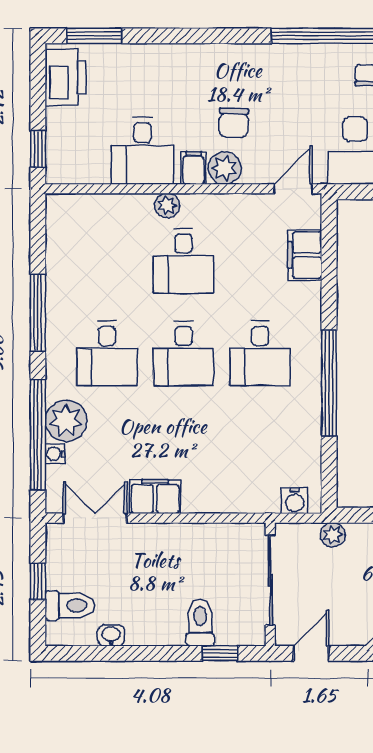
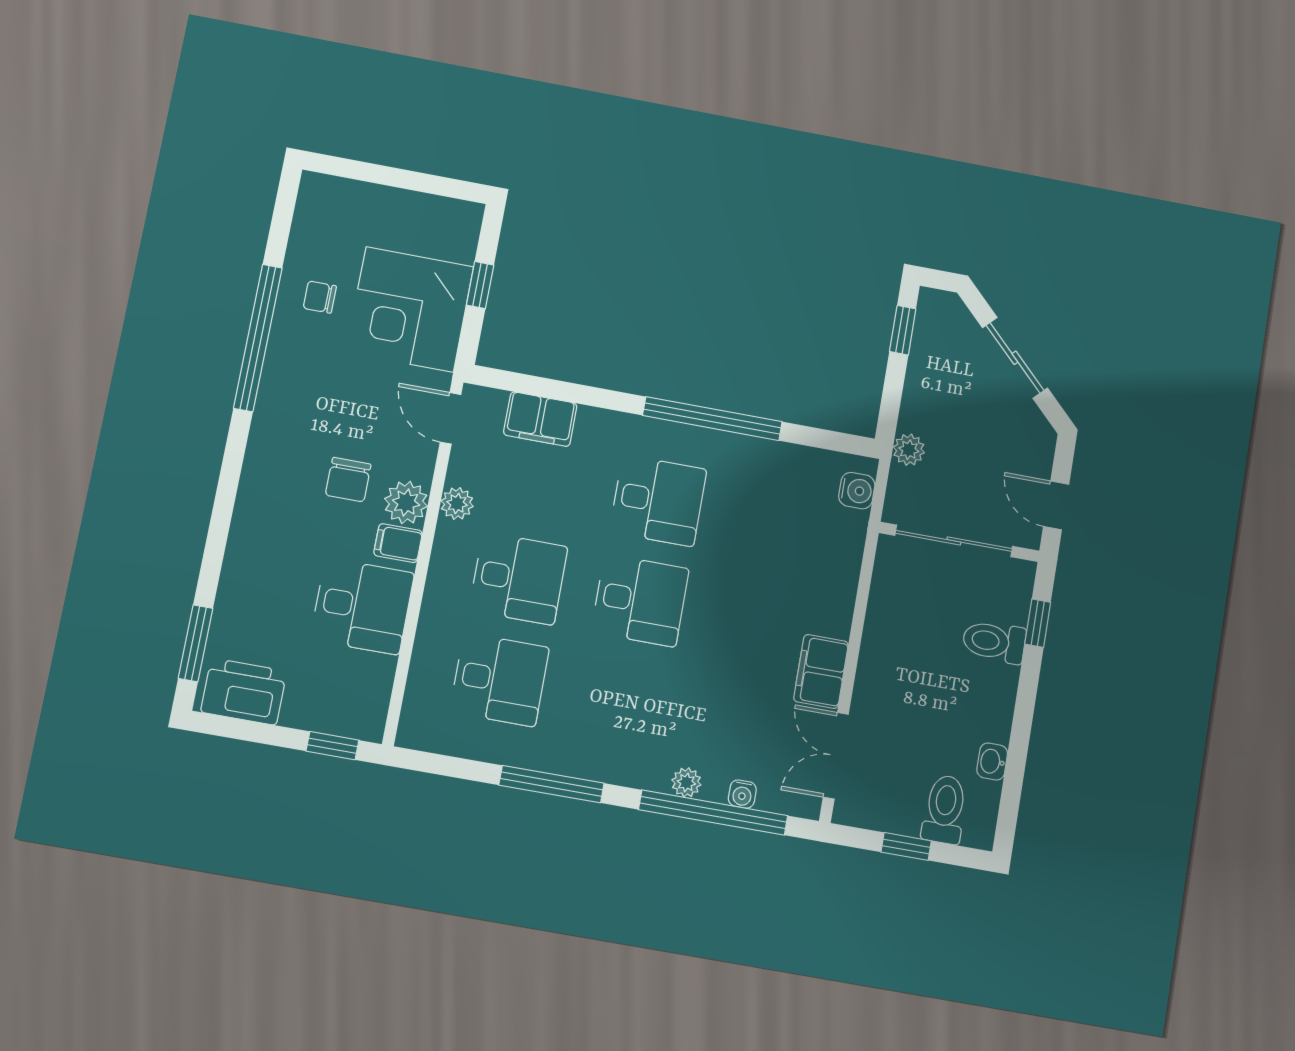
chair: (234, 123) -> (348, 480), turned 88
plant: (167, 205) -> (457, 503), moved
desk: (107, 353) -> (500, 680), moved
plant: (66, 421) -> (686, 782), width x0.53, depth x0.53

